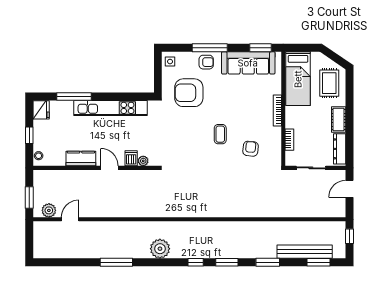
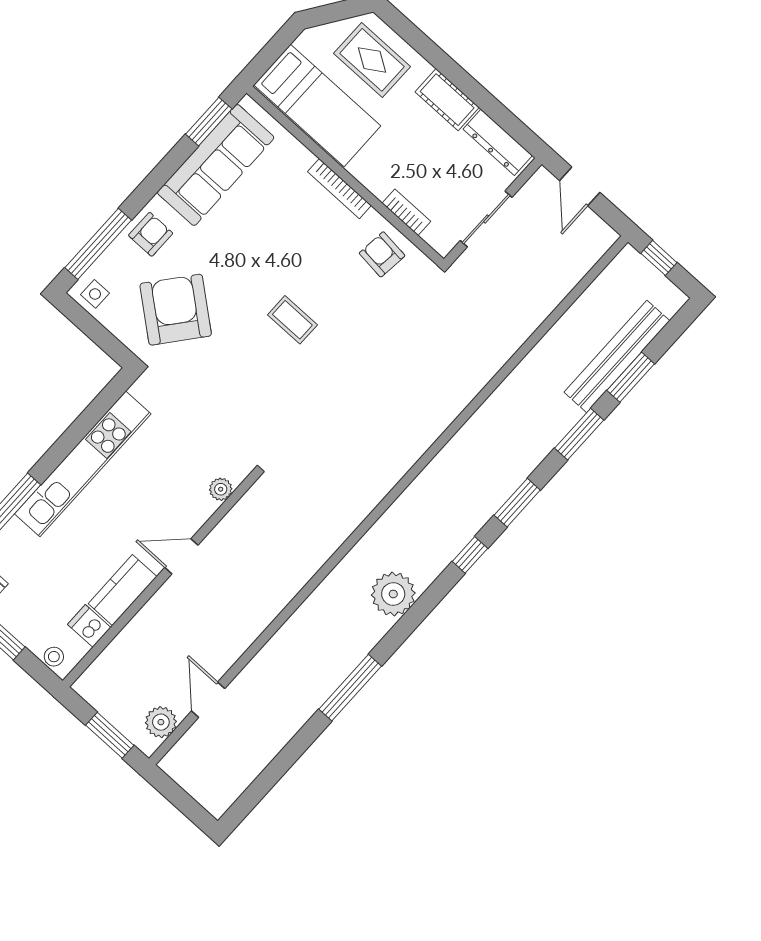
window: (210, 48) -> (98, 244), moved
armchair: (189, 93) -> (176, 310), turned 129
armchair: (251, 149) -> (382, 254), moved
dishwasher: (131, 158) -> (89, 626), moved
window: (318, 262) -> (631, 377), moved

